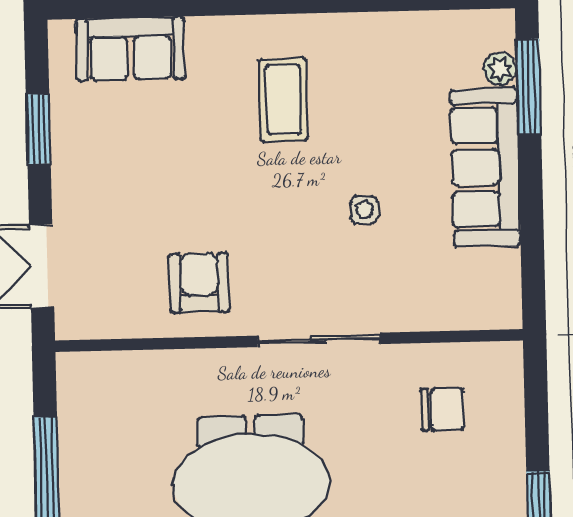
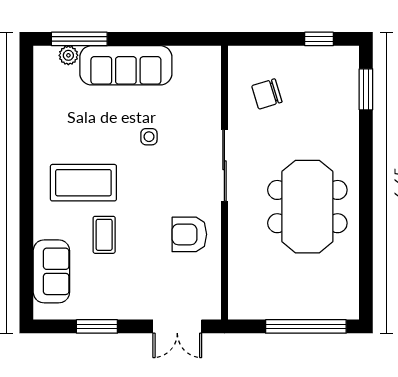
coffee table: (283, 100) -> (83, 183), width x1.36, depth x1.32
coffee table: (195, 137) -> (104, 235), added
chair: (442, 409) -> (267, 94), turned -107

